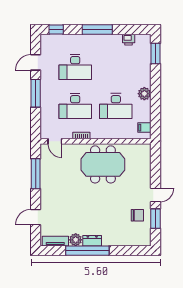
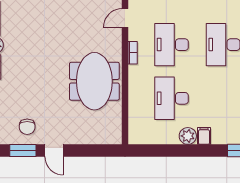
filing cabinet: (144, 128) -> (204, 136), moved

